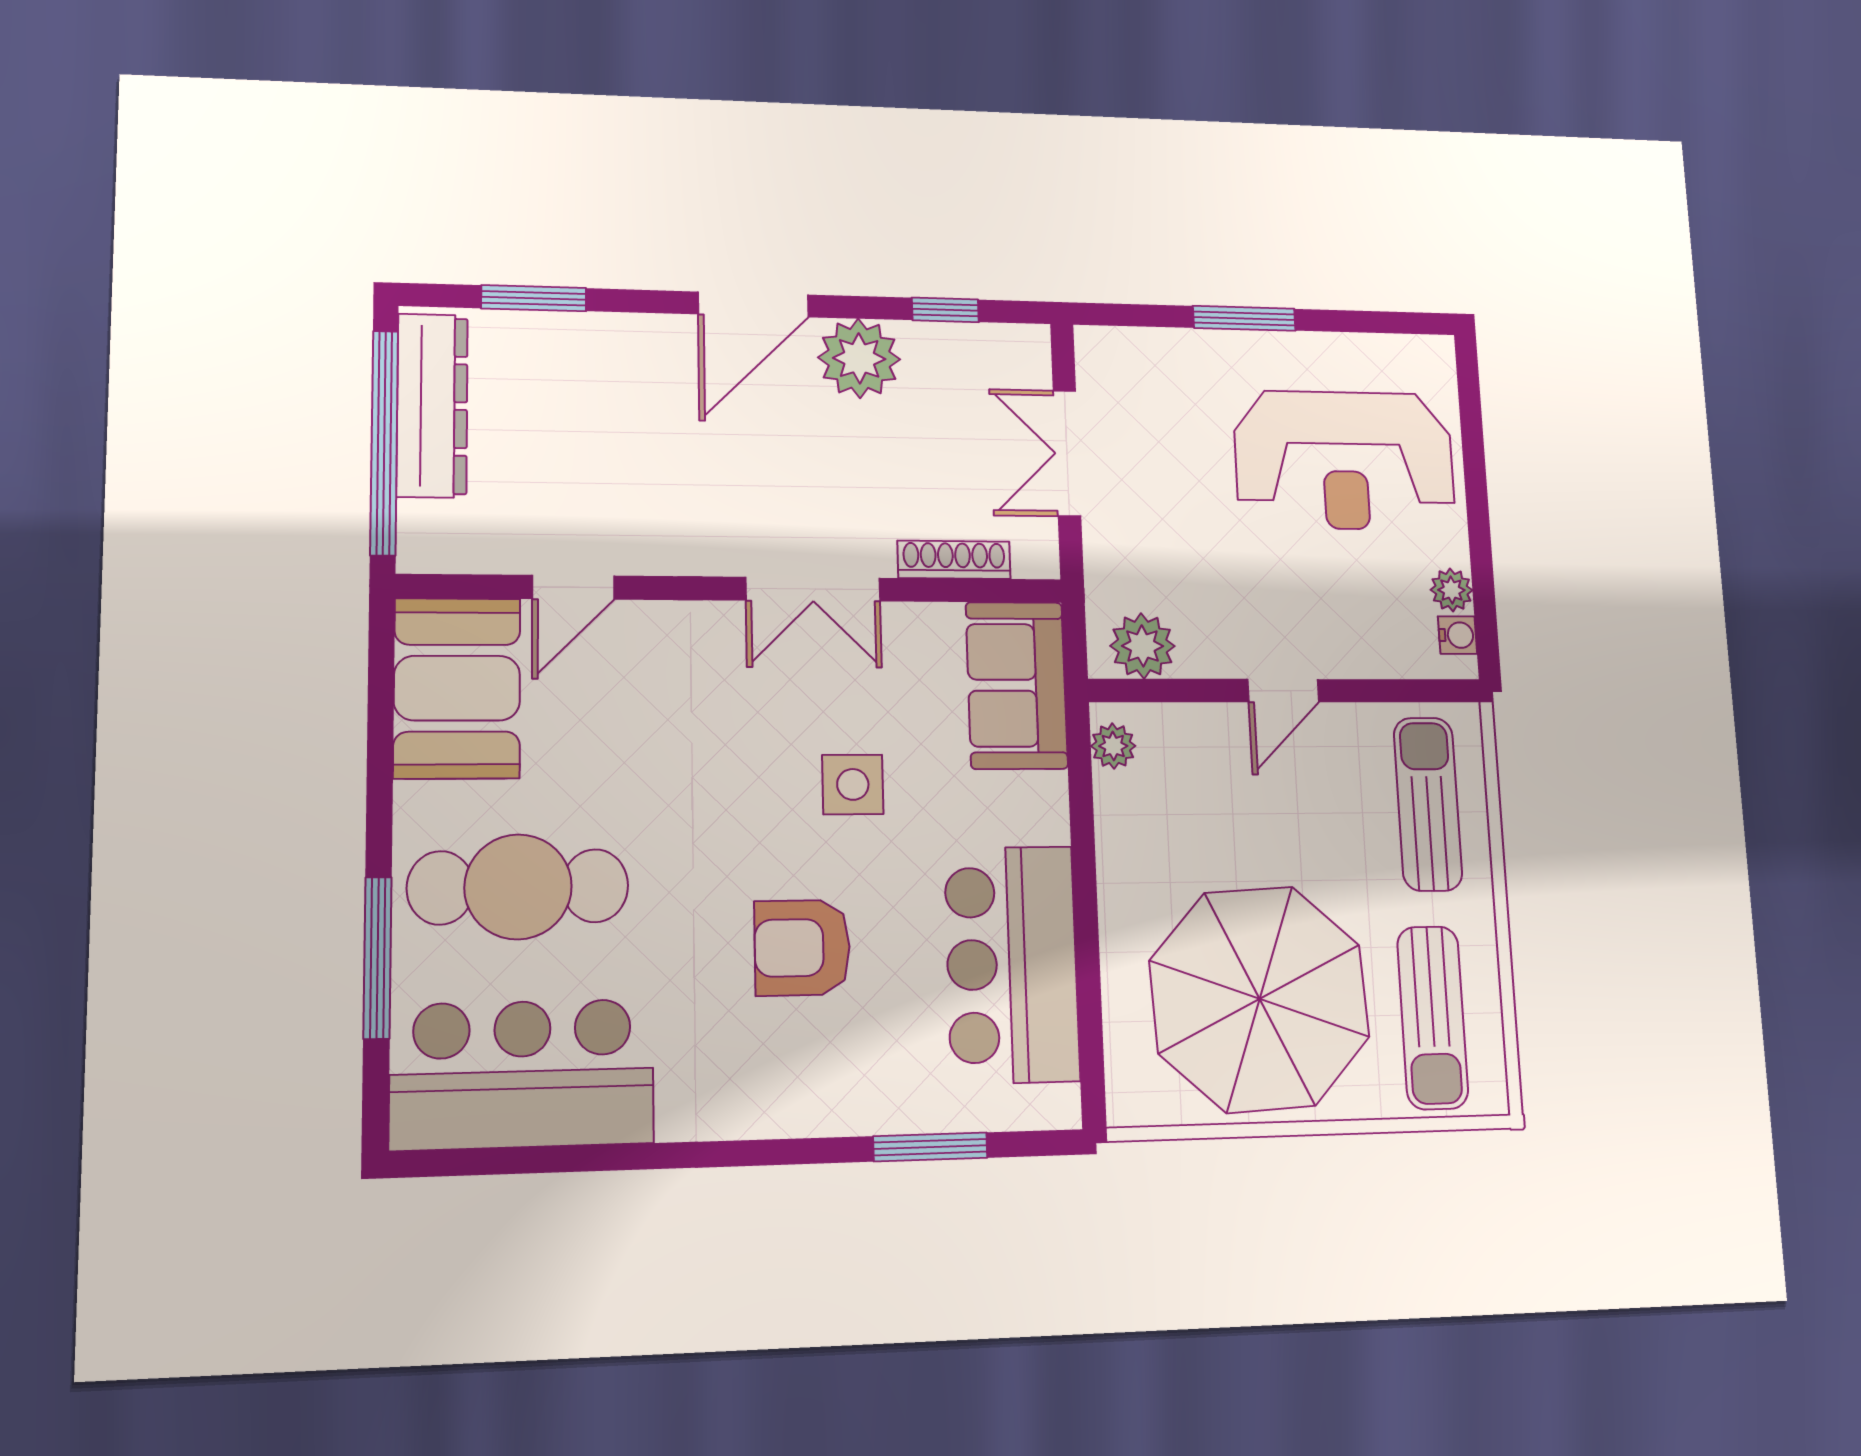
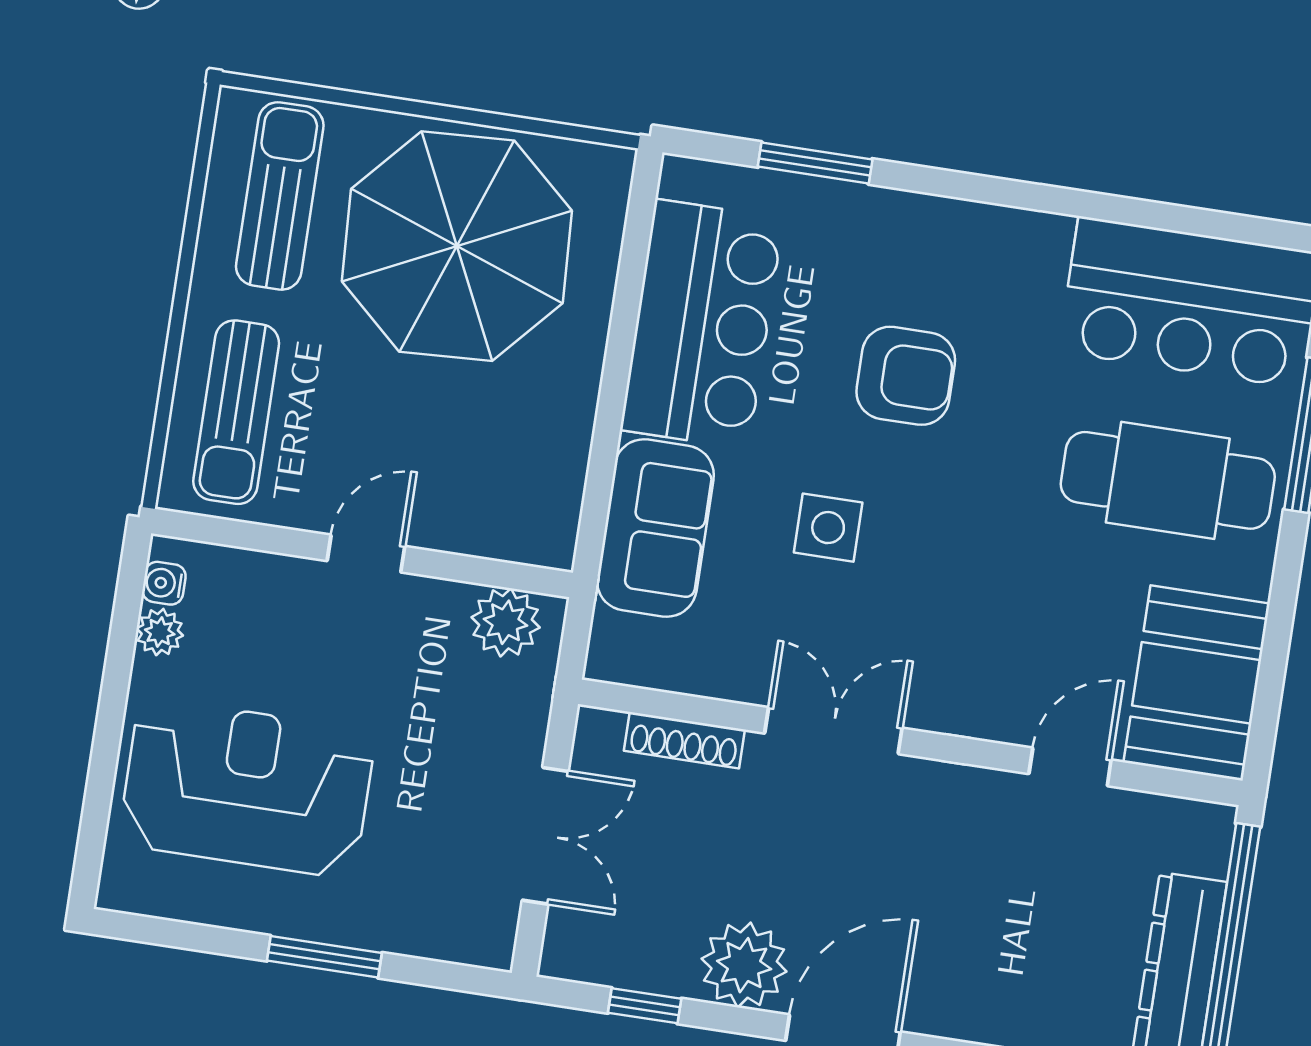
sofa: (1017, 685) -> (655, 528), moved
plant: (1113, 746) -> (557, 524), removed

